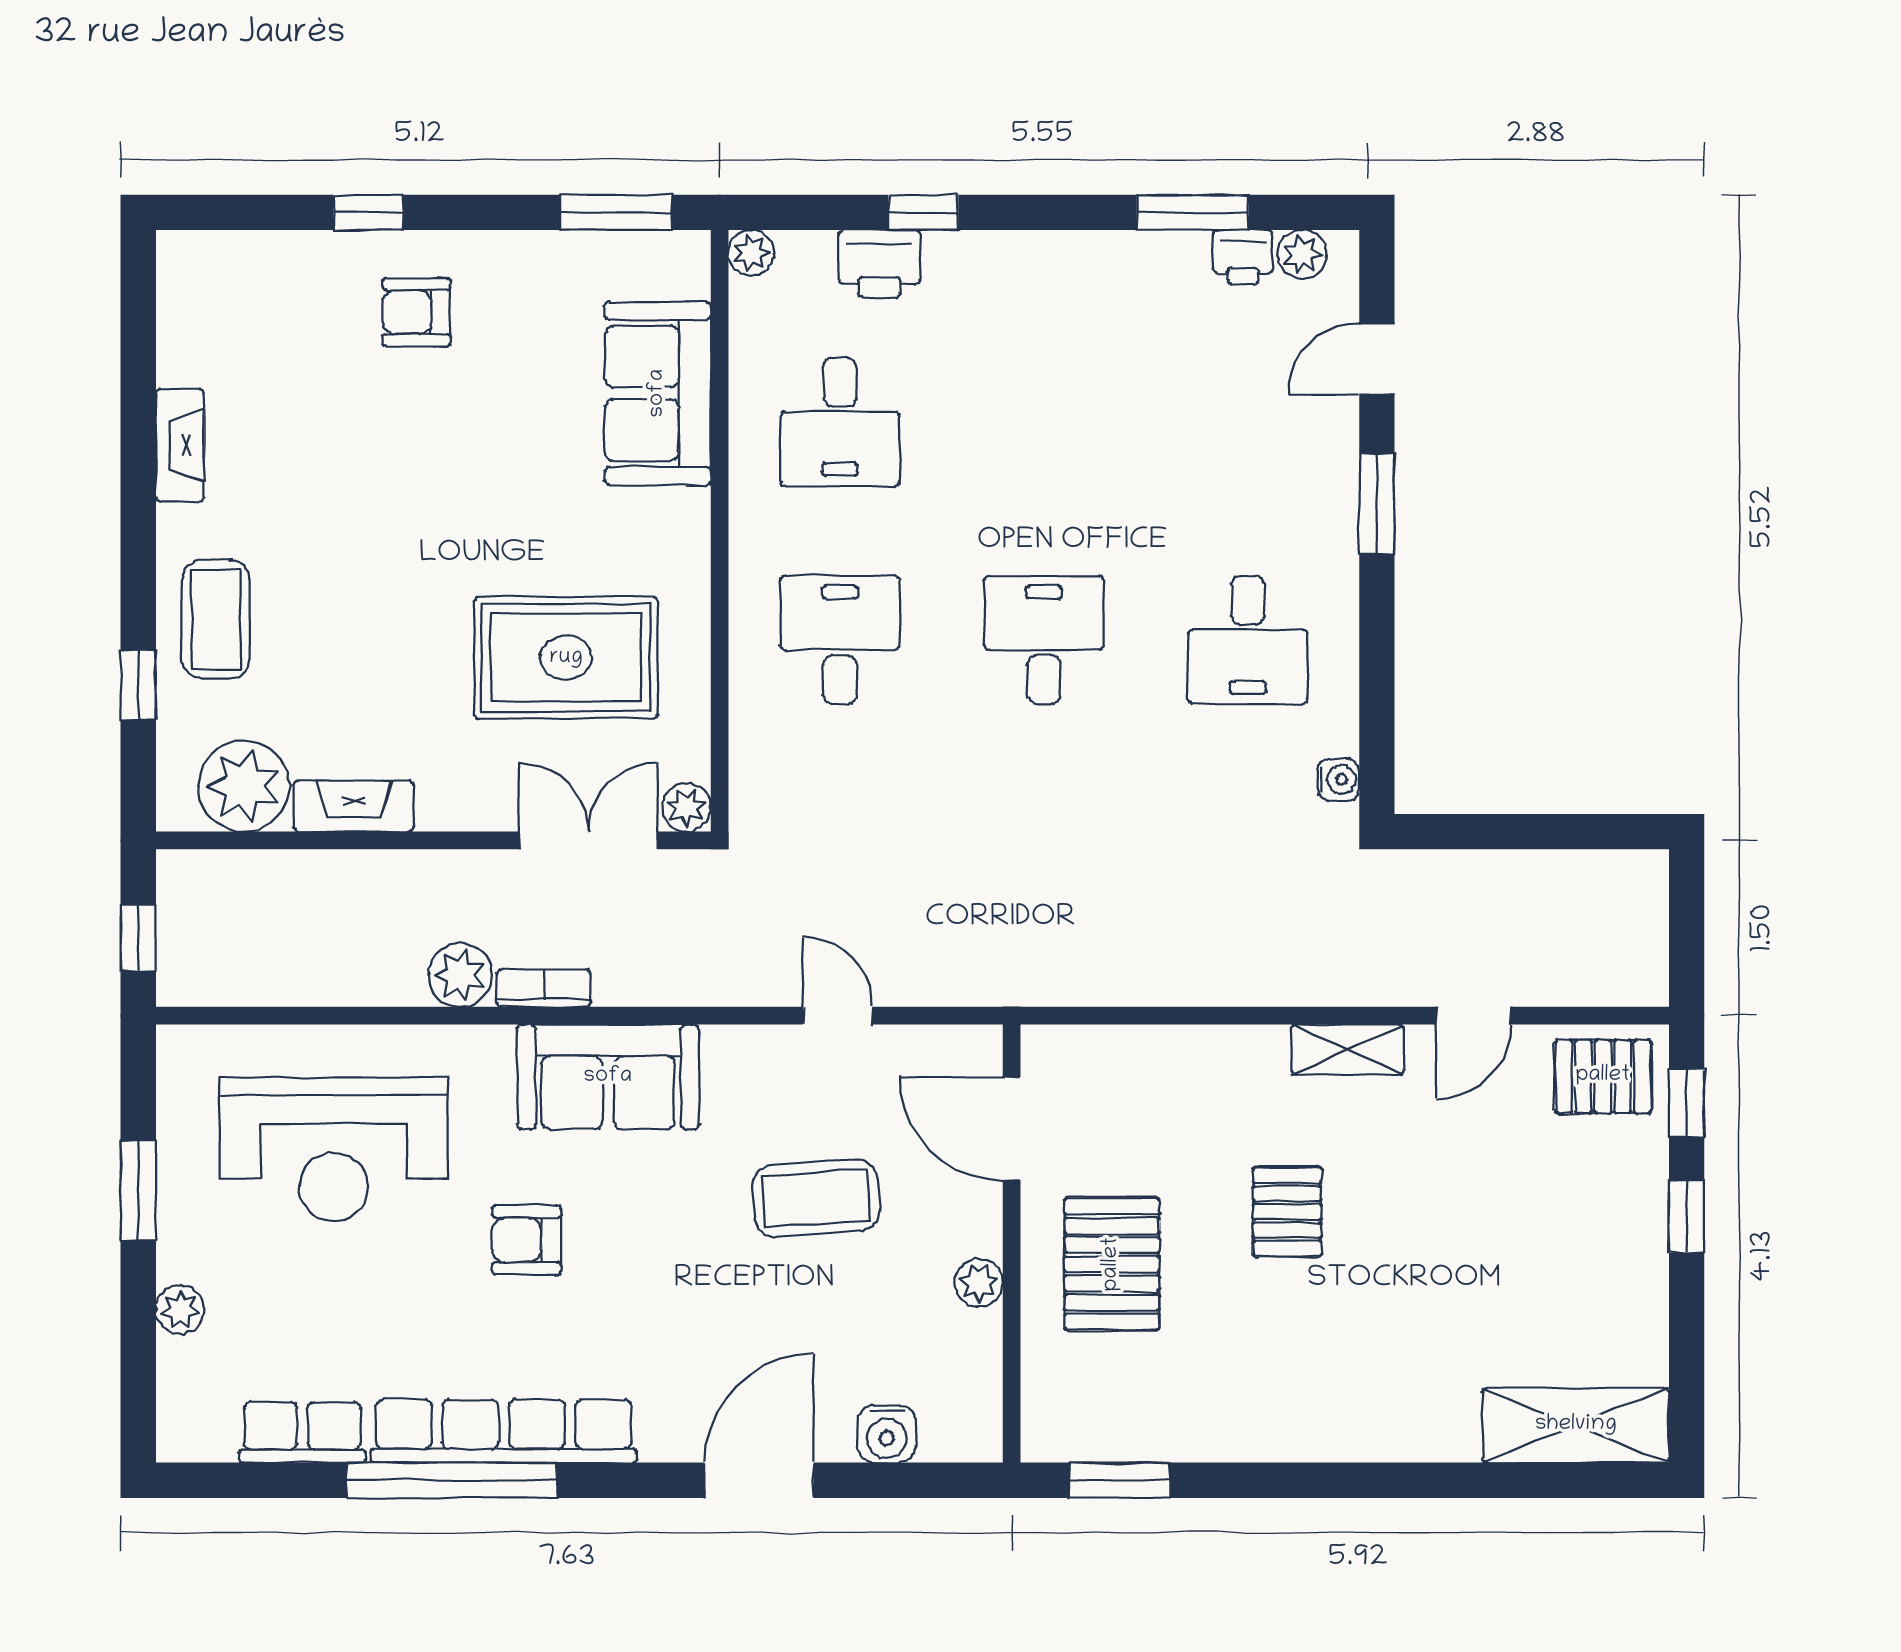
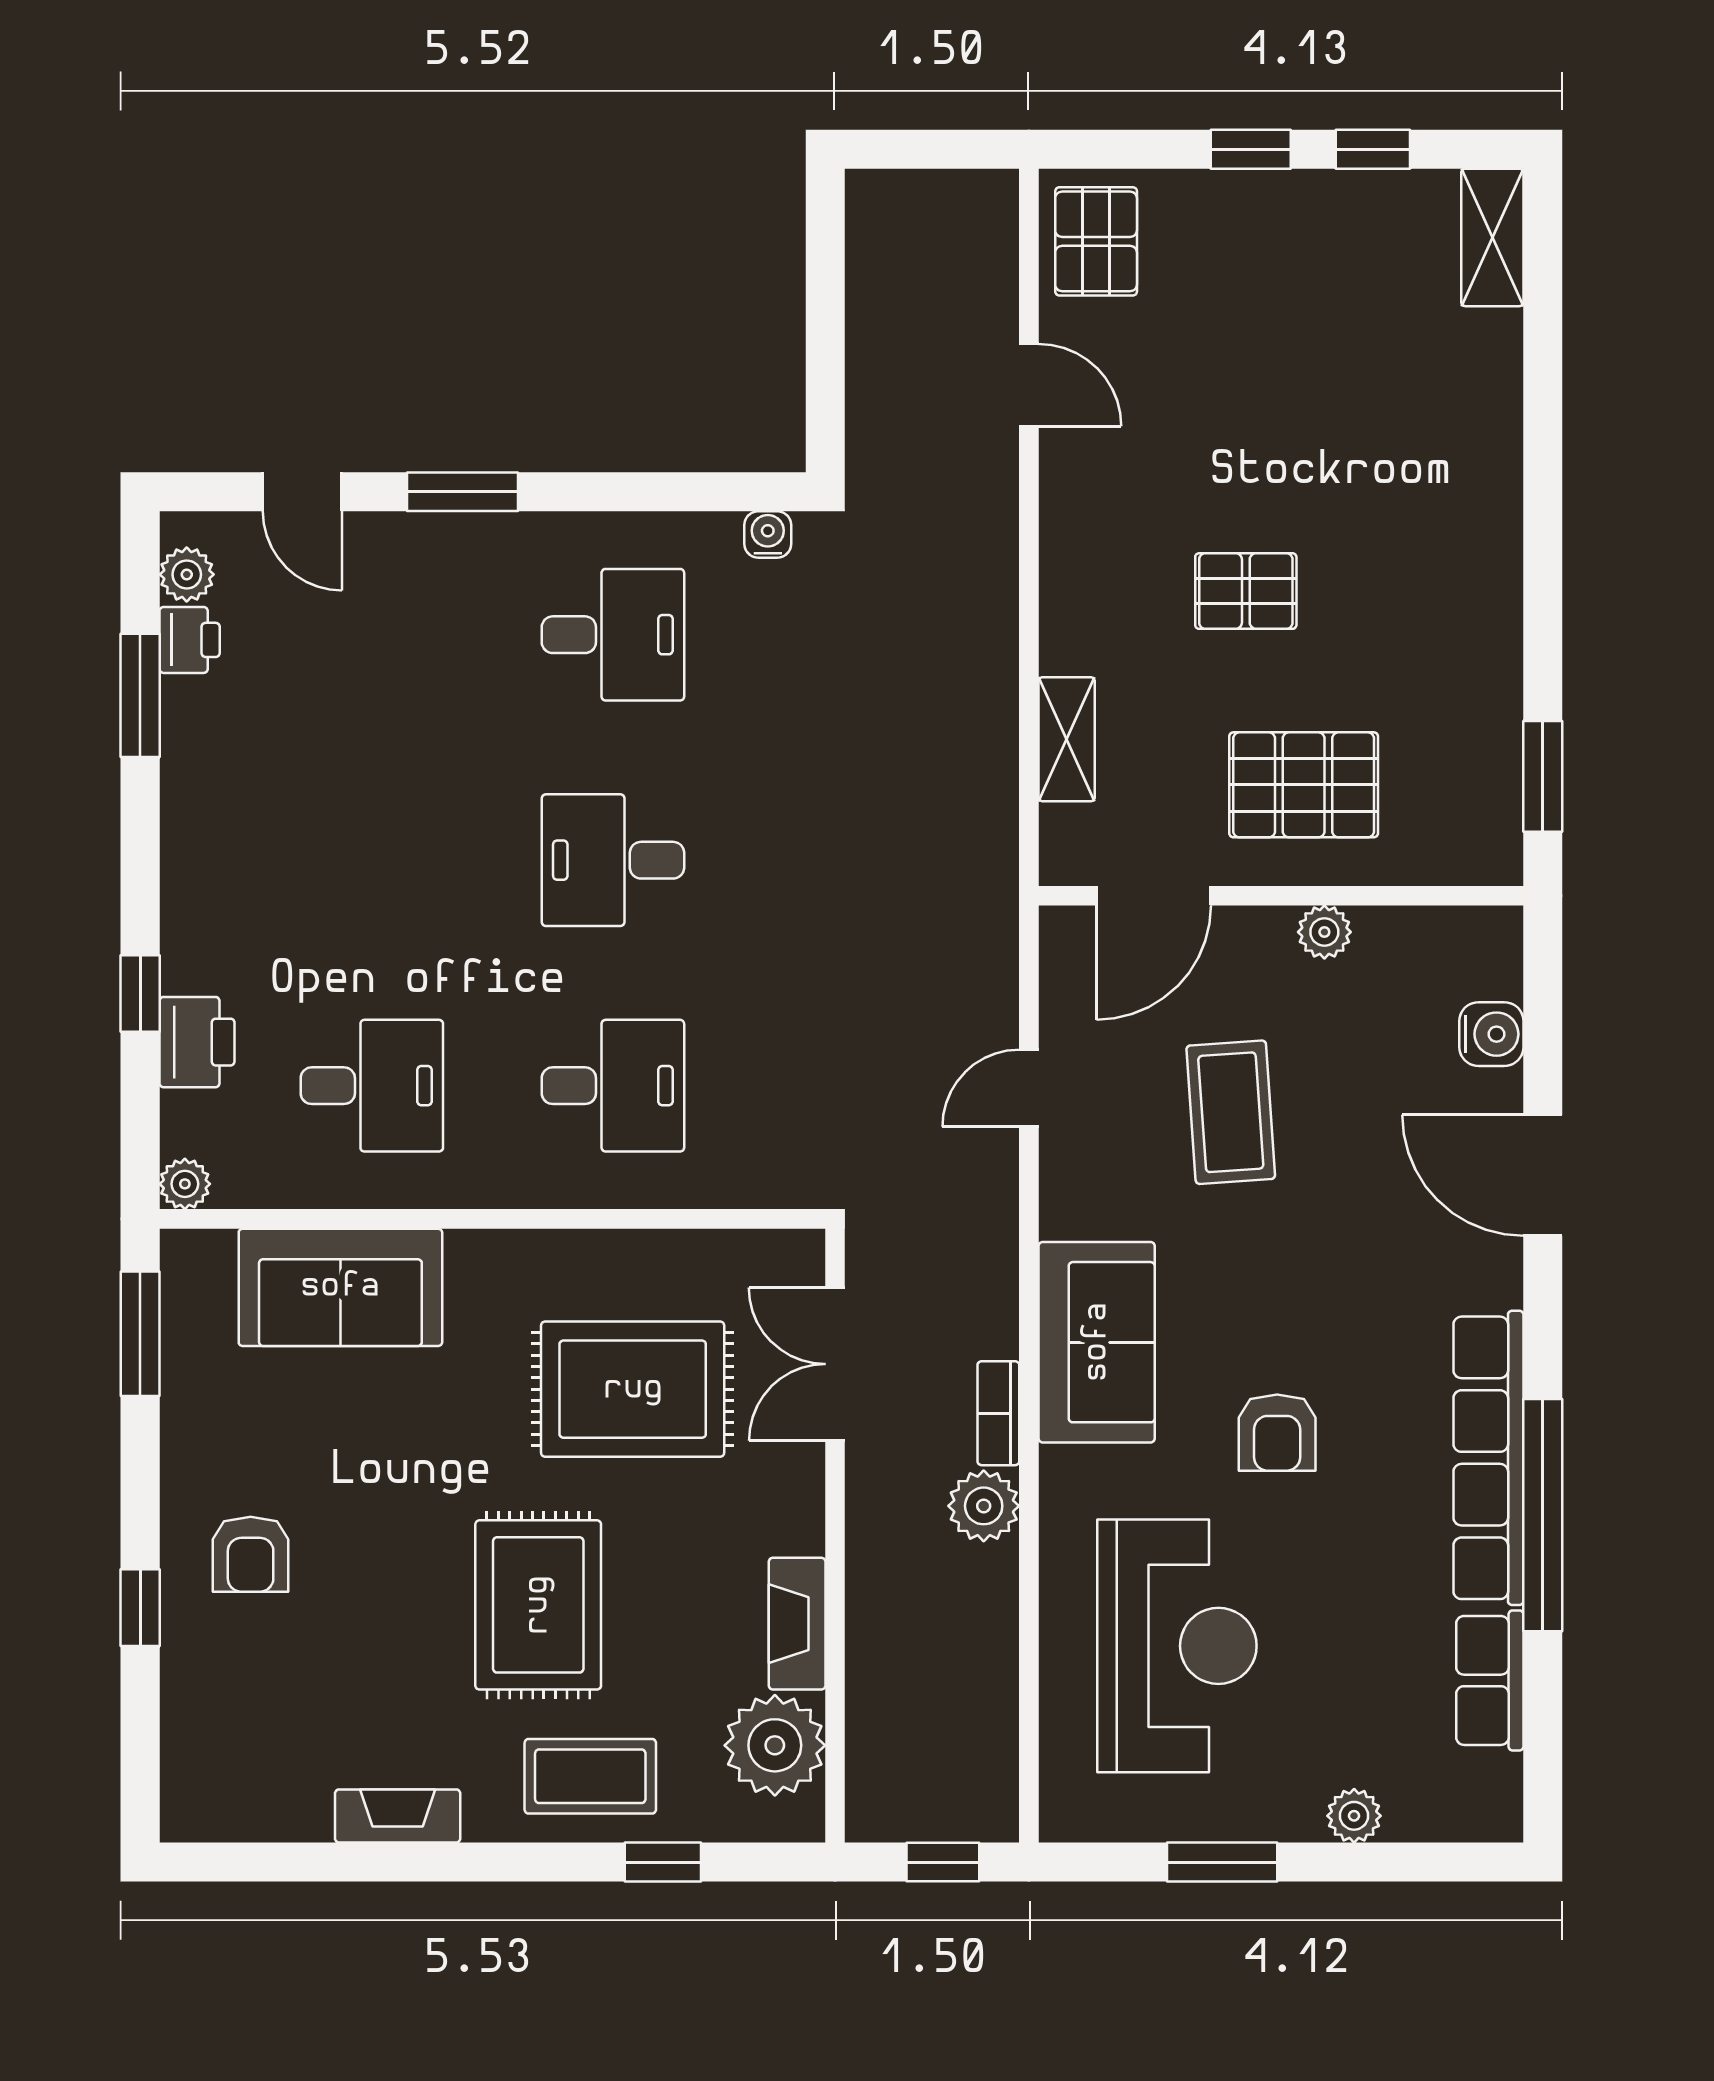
rug: (371, 572) -> (538, 1605), added
desk: (840, 640) -> (613, 1086), turned 180
rug: (566, 658) -> (633, 1389), turned 90
plant: (686, 807) -> (798, 1256), removed
shelving: (1348, 1050) -> (1067, 739), moved
window: (1687, 1103) -> (1373, 149), moved
shelving: (1576, 1425) -> (1492, 237), width x0.67, depth x0.75

